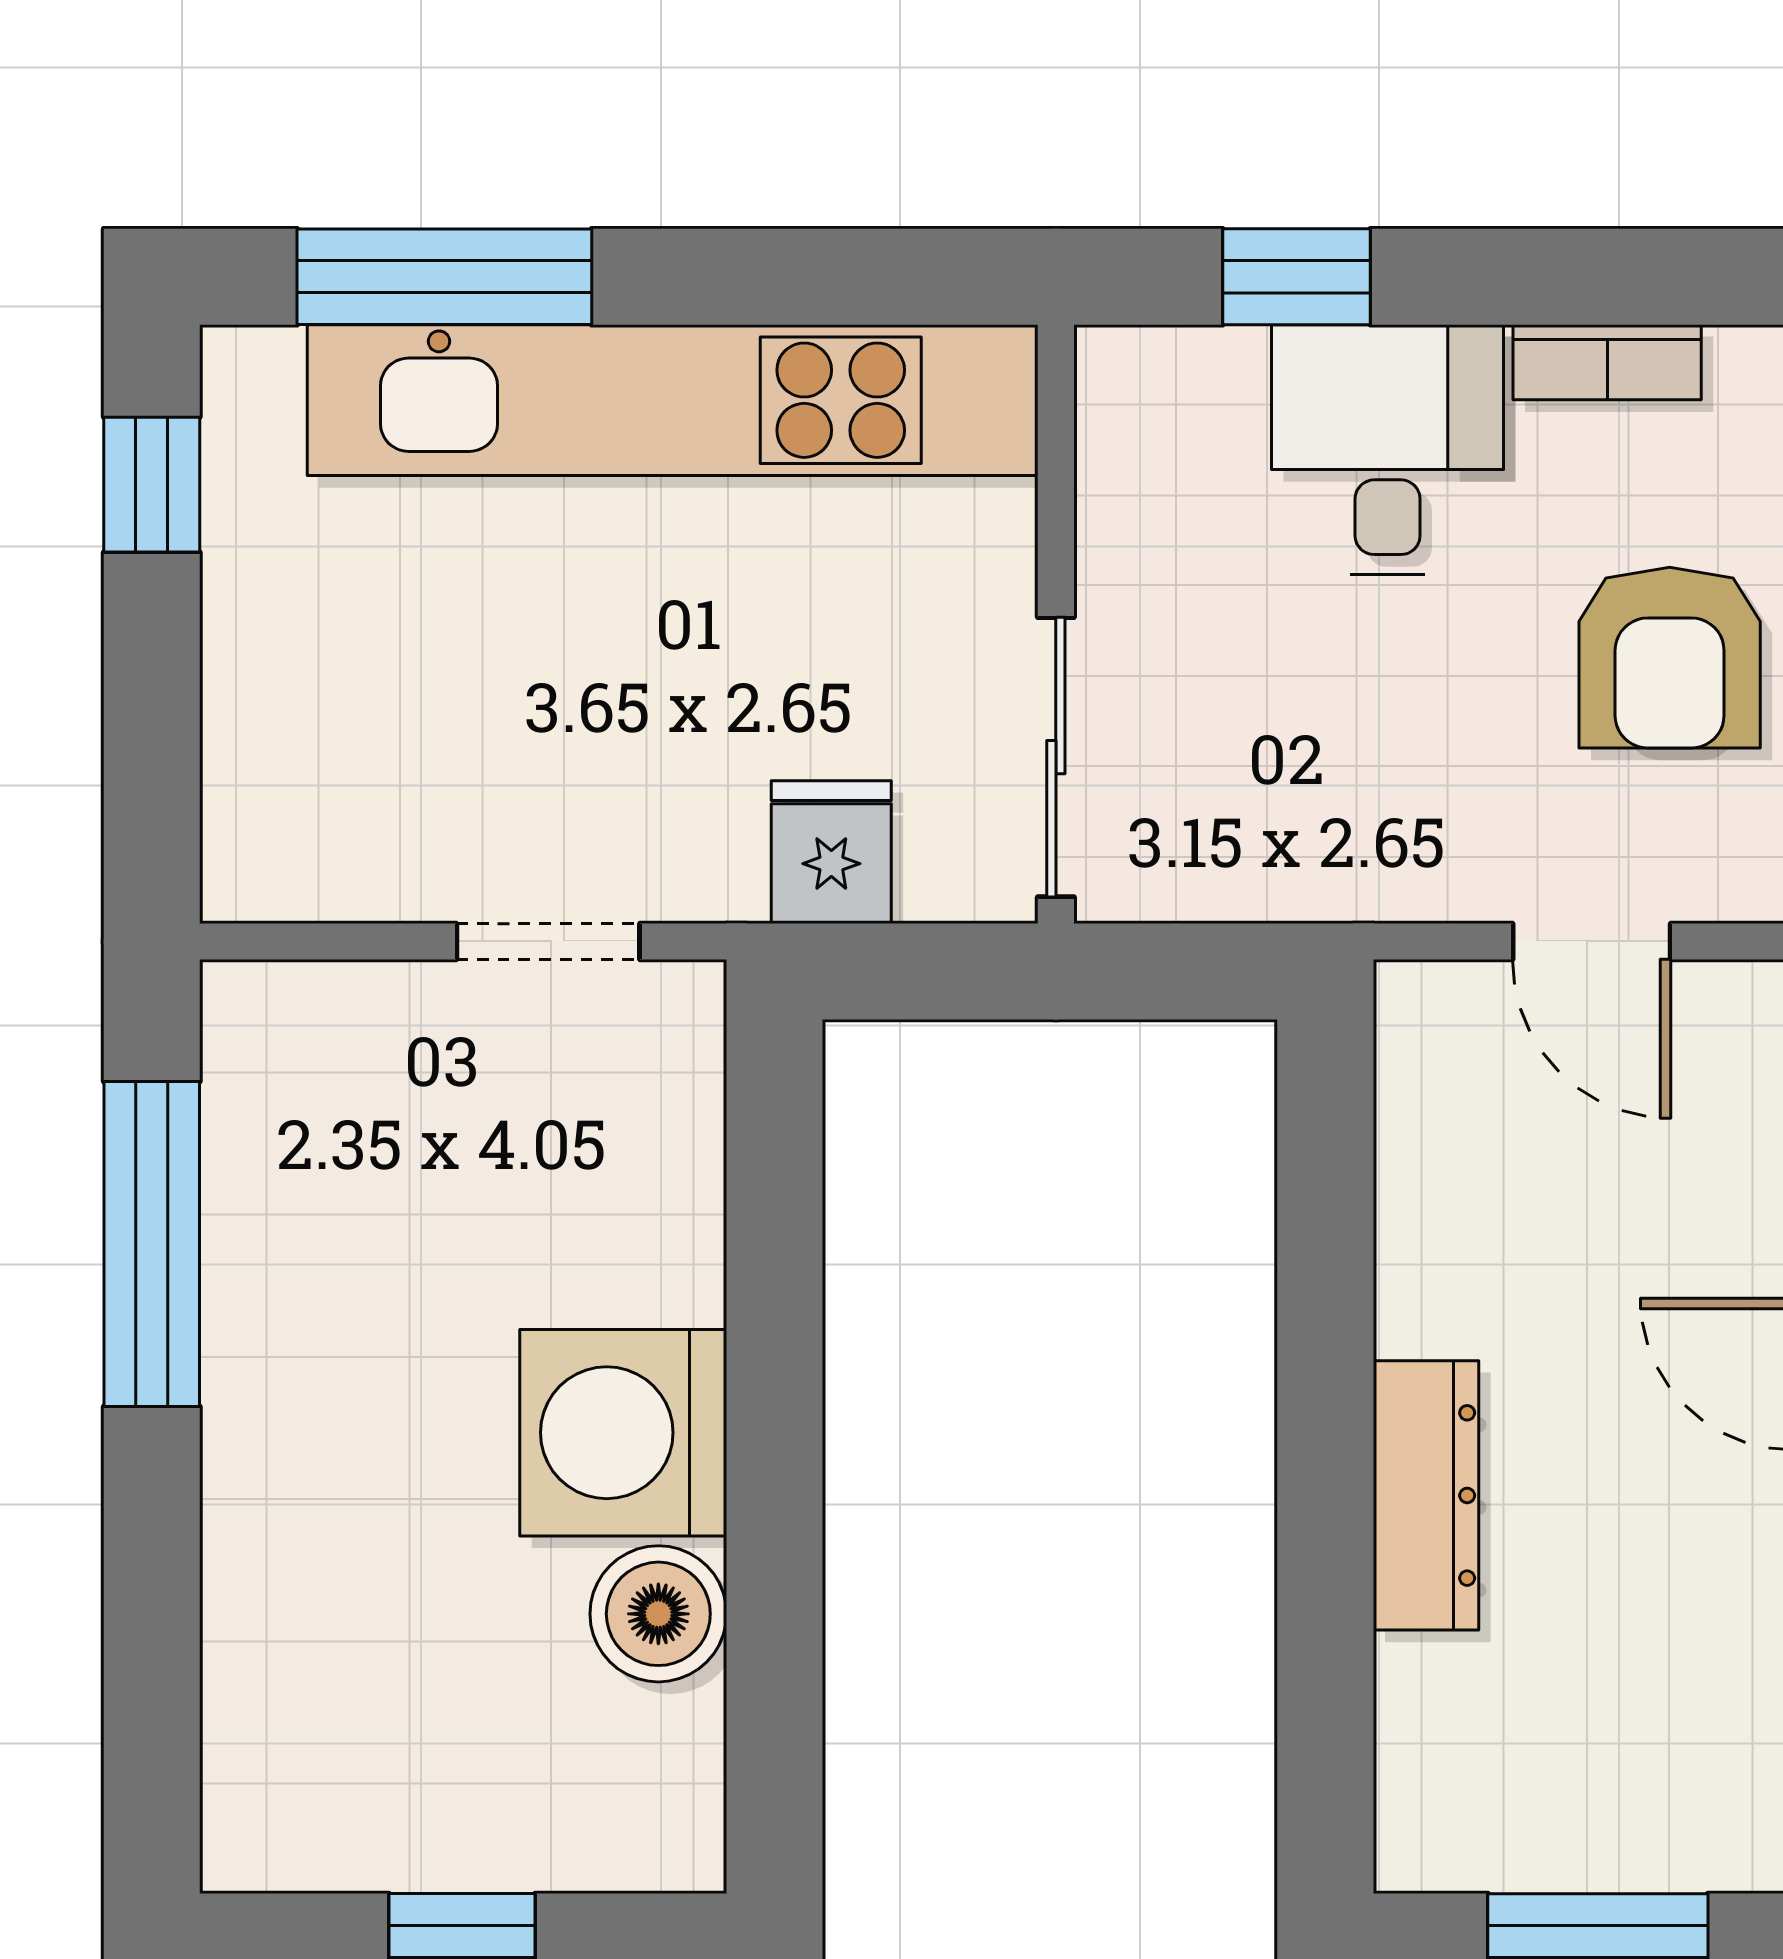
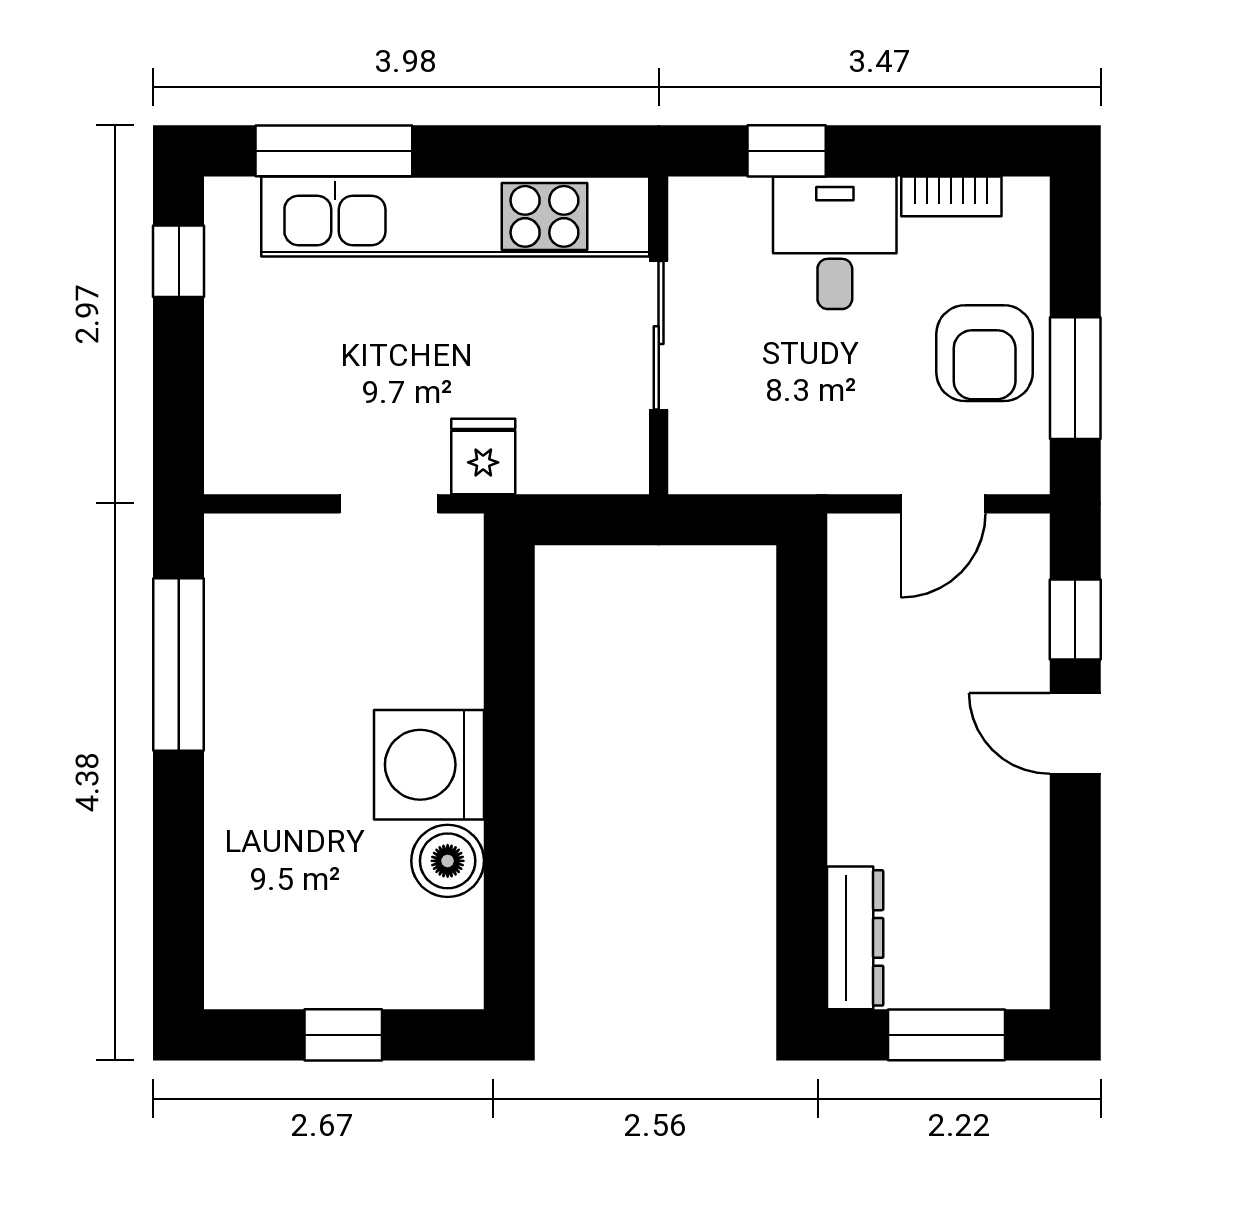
sliding door: (1056, 757) -> (659, 335), moved
fridge: (831, 852) -> (483, 456), moved
door: (1592, 941) -> (943, 504), hinge flipped
dresser: (1426, 1495) -> (855, 938), moved

